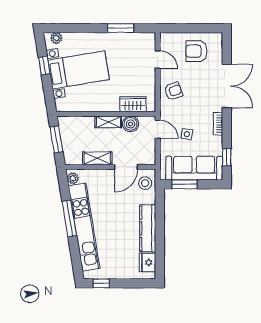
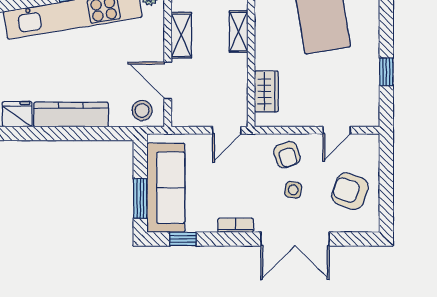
window: (121, 28) -> (386, 72), width x0.67
armchair: (196, 51) -> (350, 191), turned -70
shelving: (108, 122) -> (239, 32), moved
boiler: (131, 124) -> (235, 88), removed
side table: (187, 134) -> (293, 190), moved
window: (184, 184) -> (140, 198), moved

